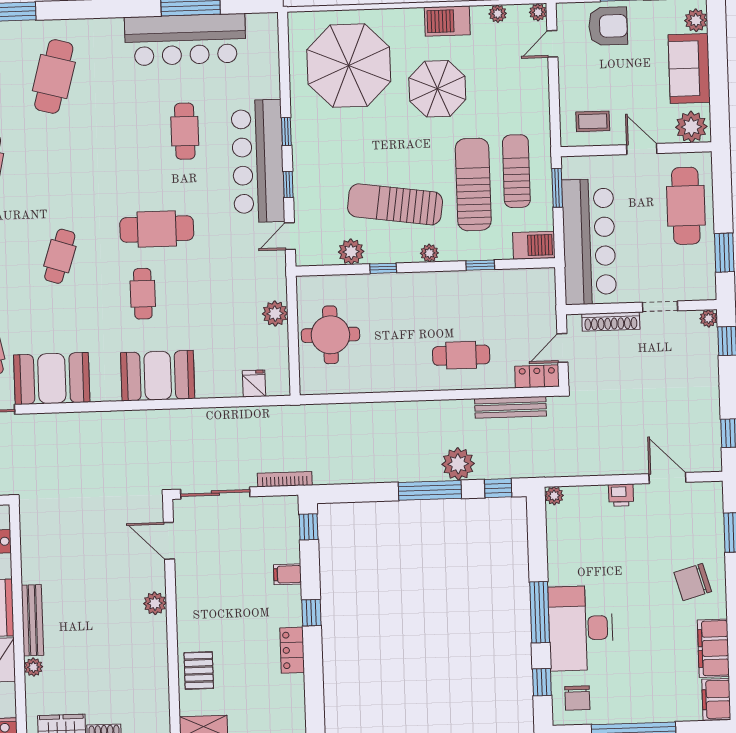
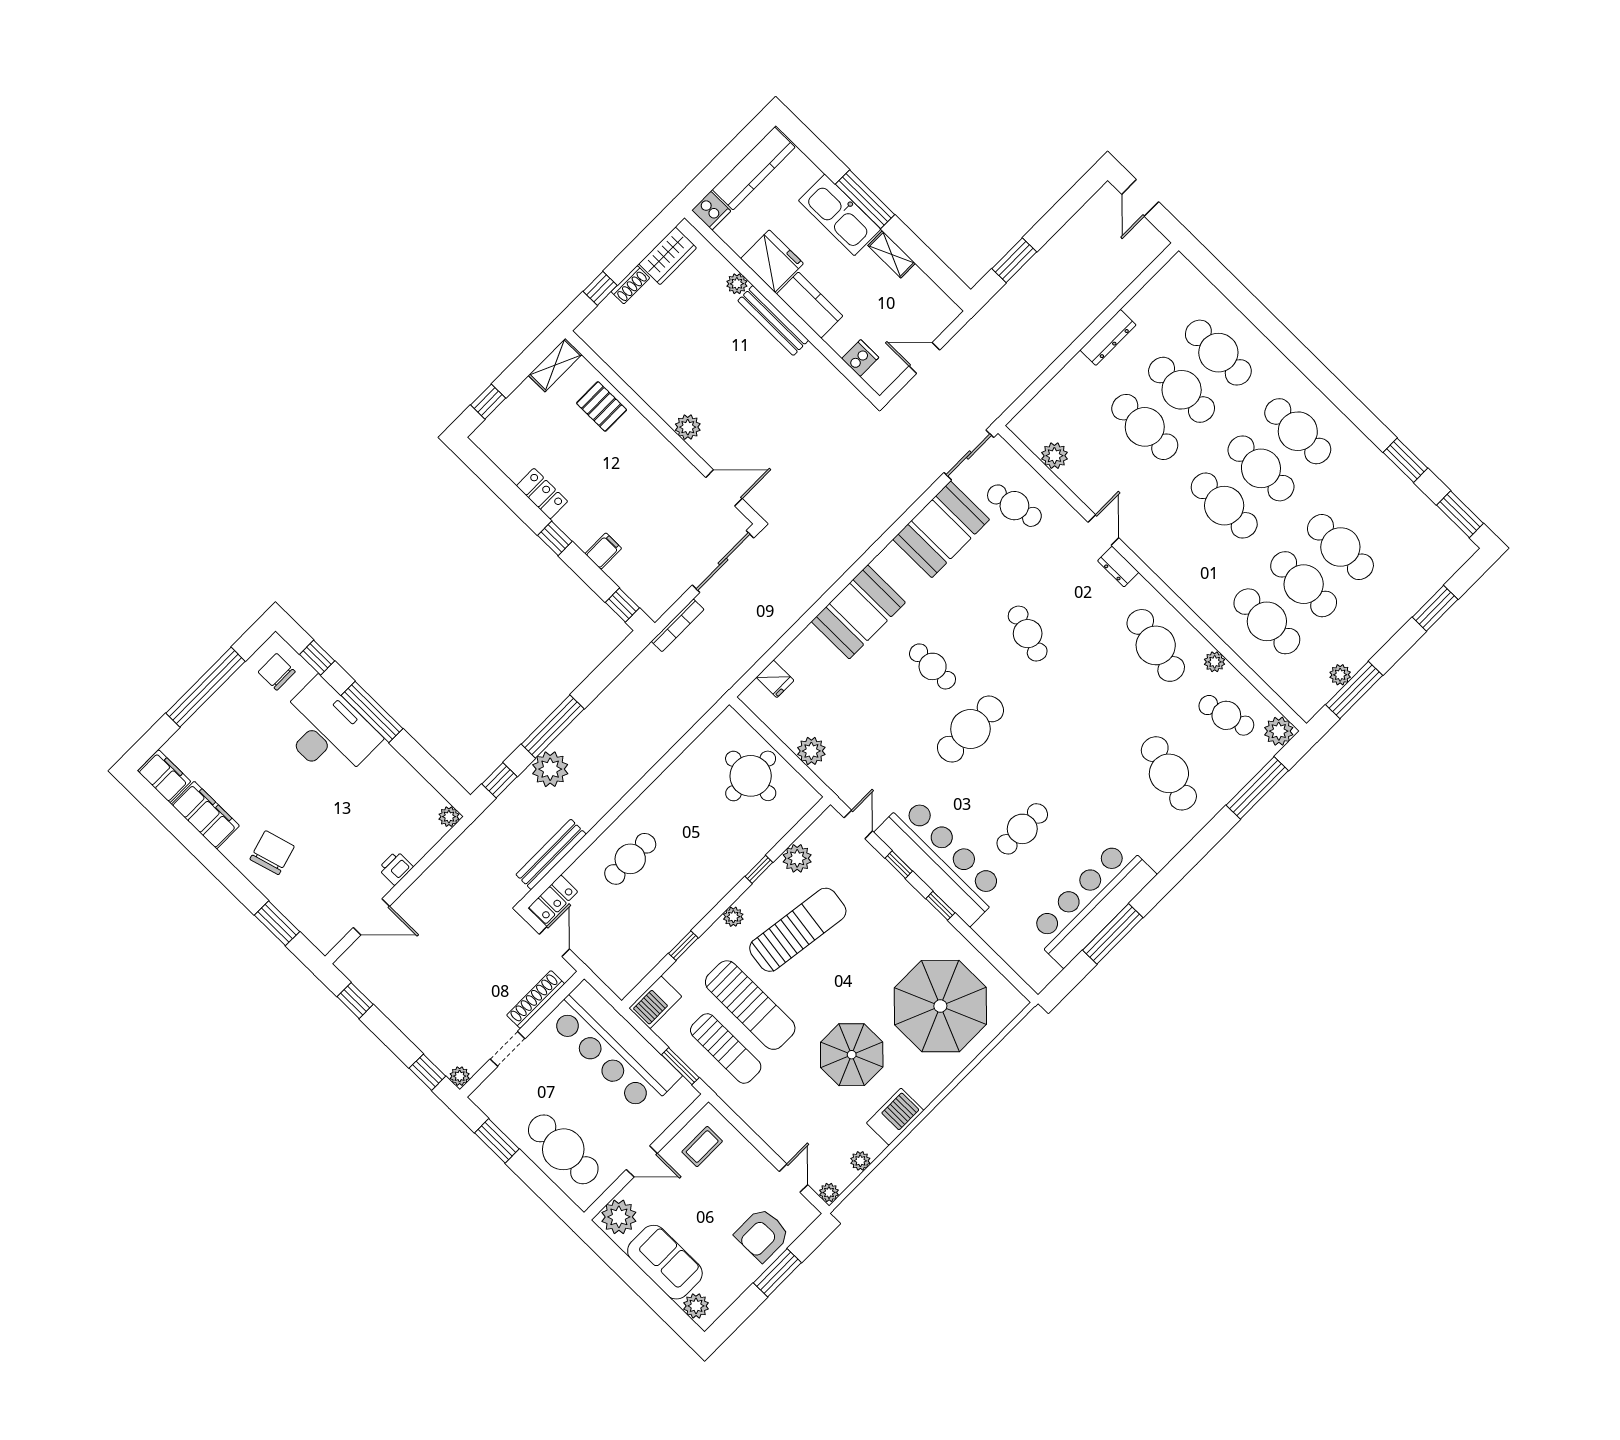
cafe table: (185, 131) -> (1022, 829), turned 90

